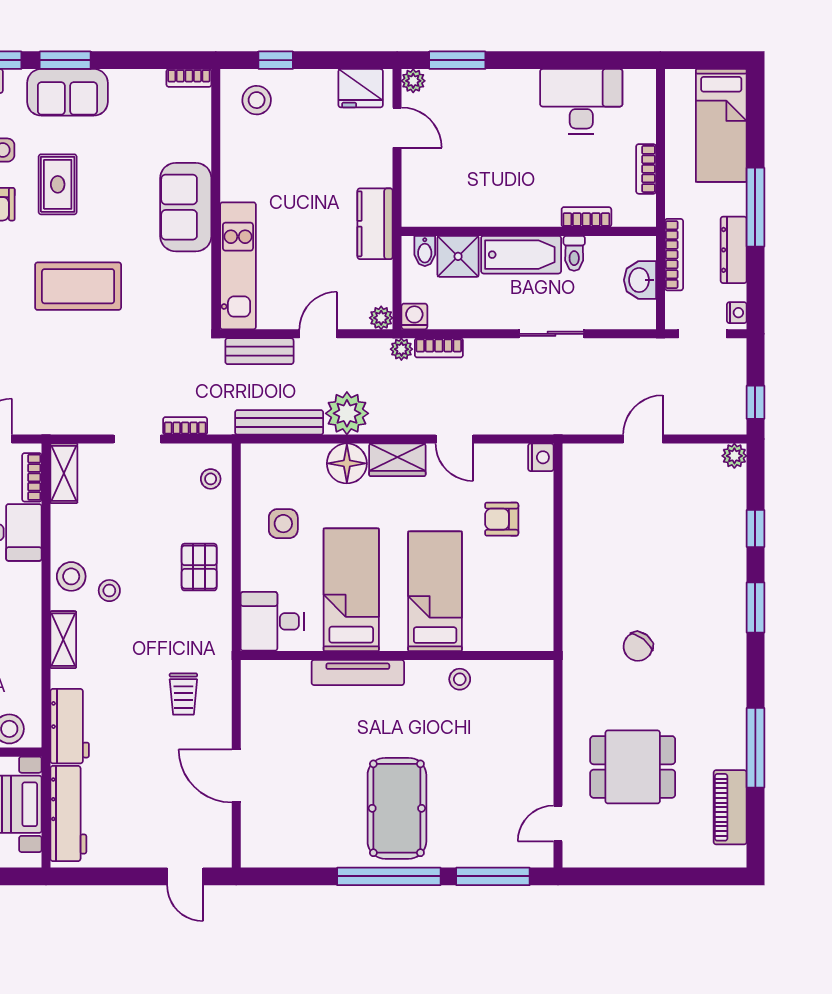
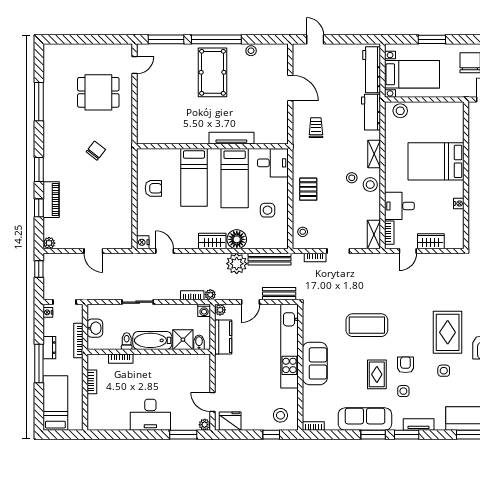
sofa: (67, 92) -> (365, 419), width x1.36
desk: (581, 101) -> (150, 415), moved
kitchen counter: (375, 224) -> (223, 337), moved
dresser: (734, 250) -> (49, 348), width x0.70
kitchen unit: (238, 266) -> (289, 346), width x1.36
door: (454, 439) -> (165, 251), moved
door: (643, 439) -> (93, 251), hinge flipped
armchair: (502, 519) -> (153, 188), moved
stool: (460, 679) -> (251, 51), moved
piano: (730, 807) -> (51, 200), moved

